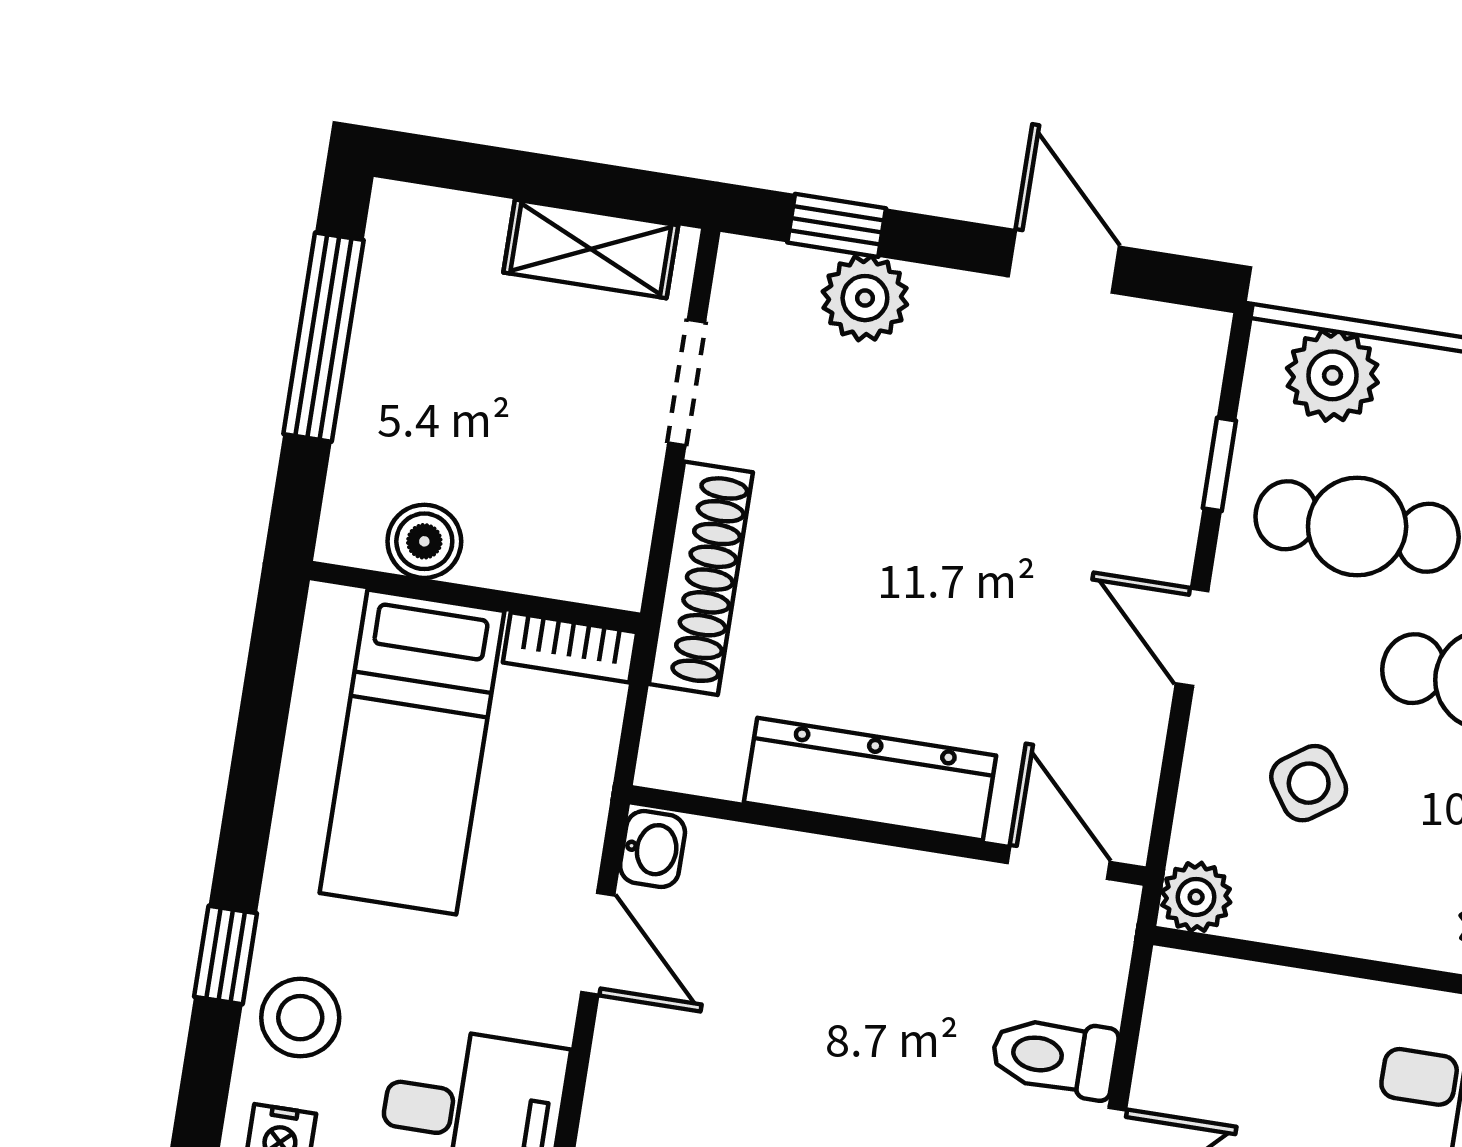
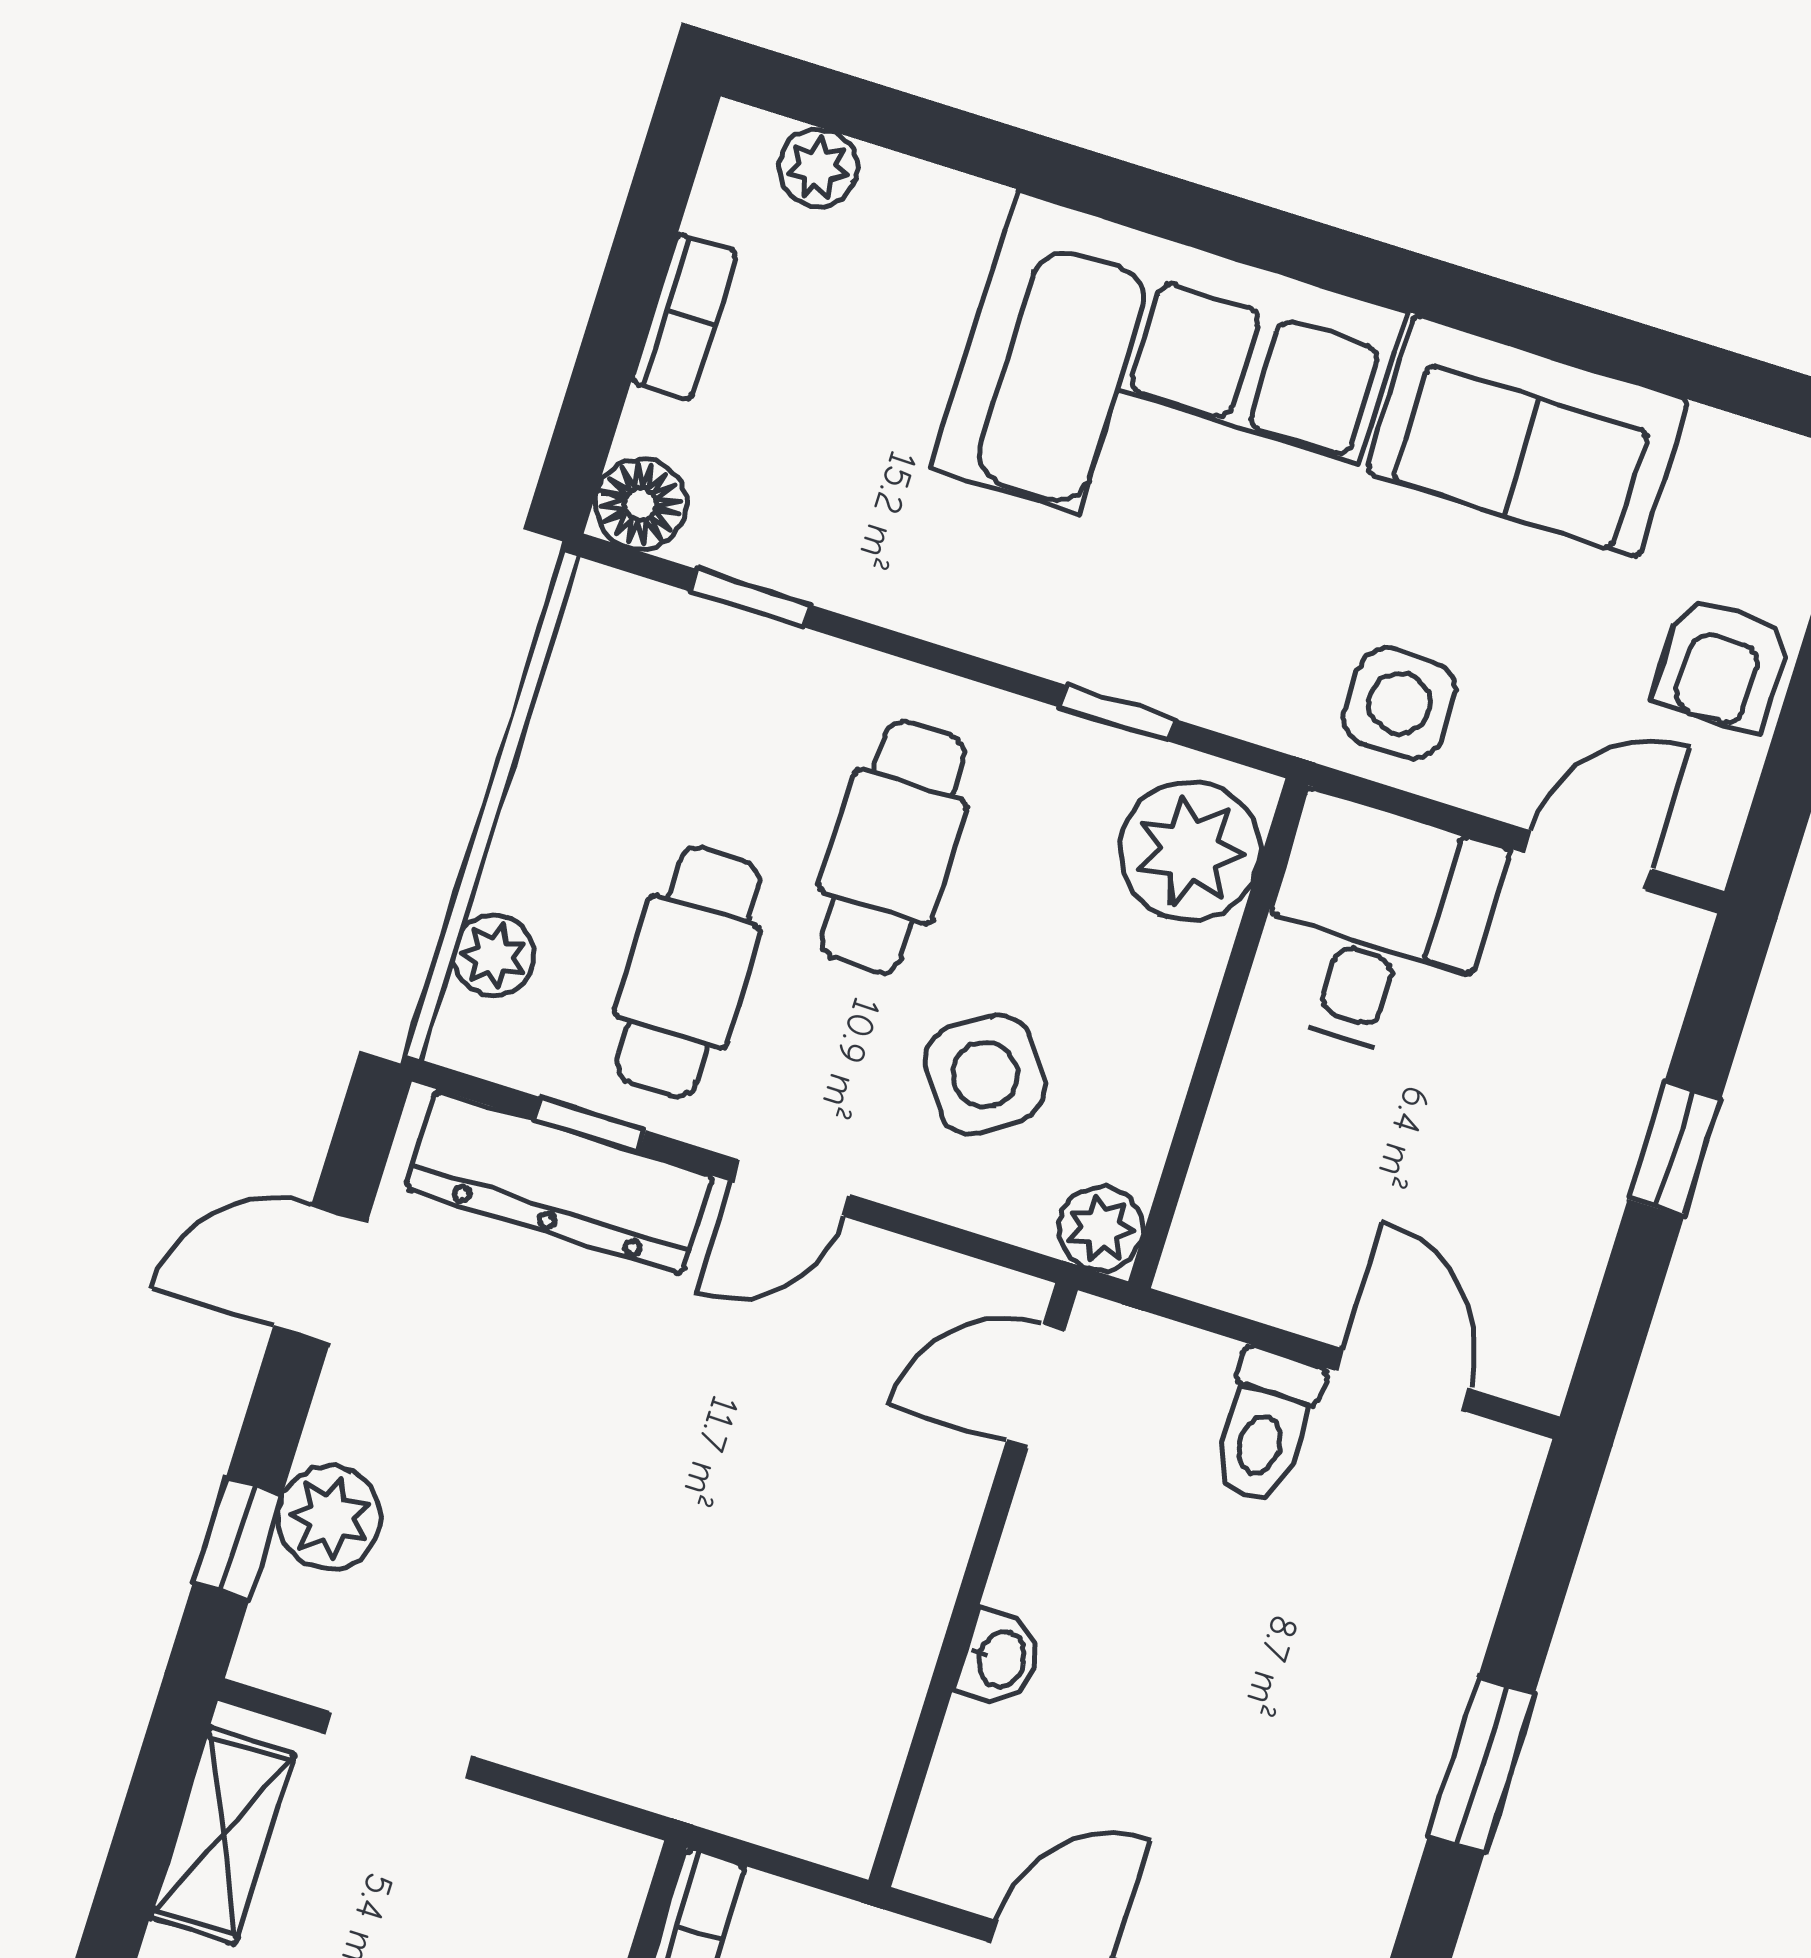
plant: (1332, 375) -> (494, 956), width x0.73, depth x0.73
shoe rack: (701, 578) -> (634, 1762), removed
dresser: (870, 779) -> (559, 1182), moved, turned -90
side table: (1309, 783) -> (985, 1075), width x1.37, depth x1.37
washbasin: (653, 849) -> (1000, 1659), moved, turned 90

